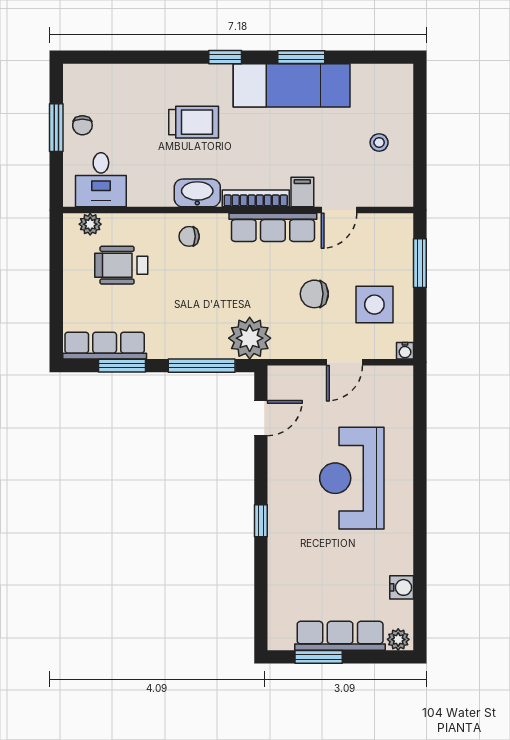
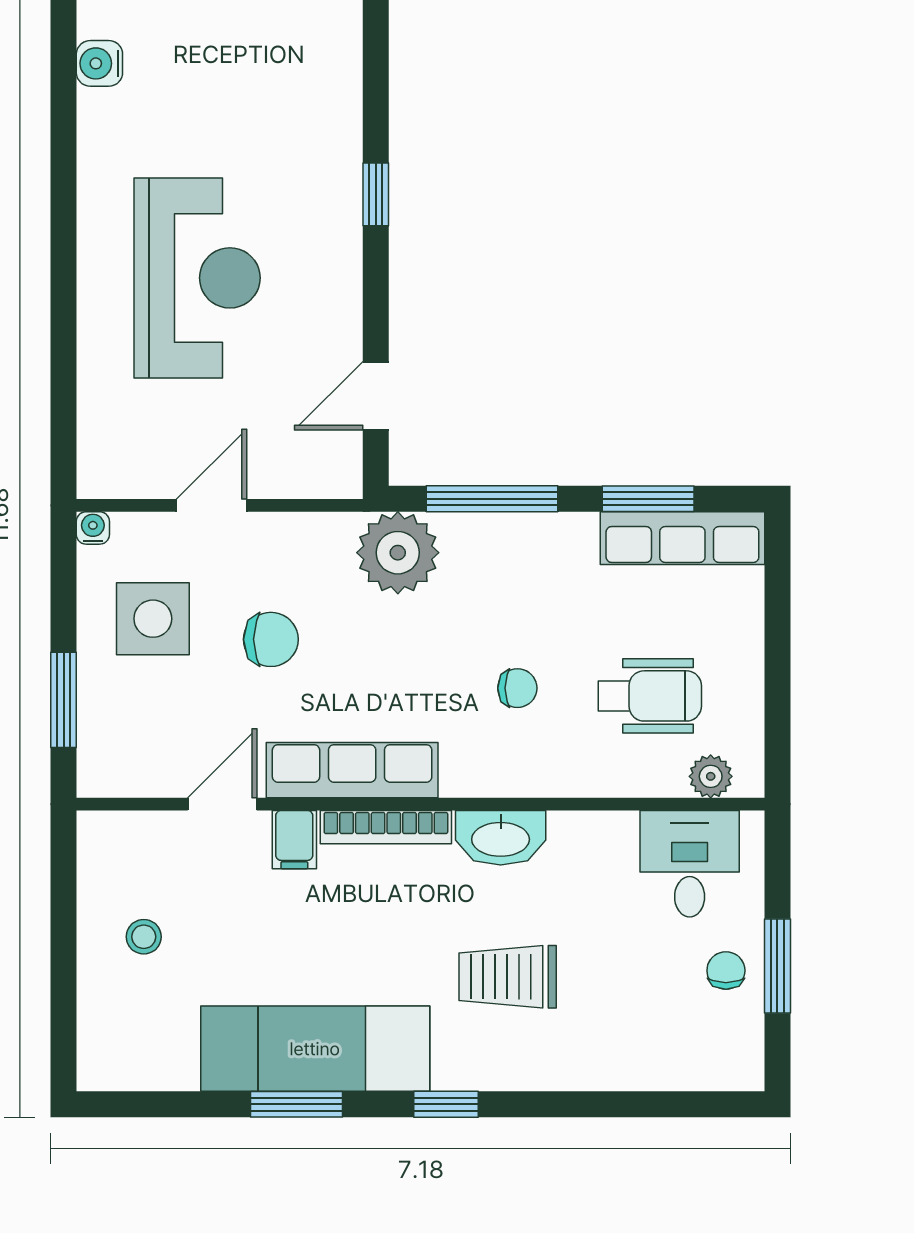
chair: (189, 236) -> (517, 688), moved

